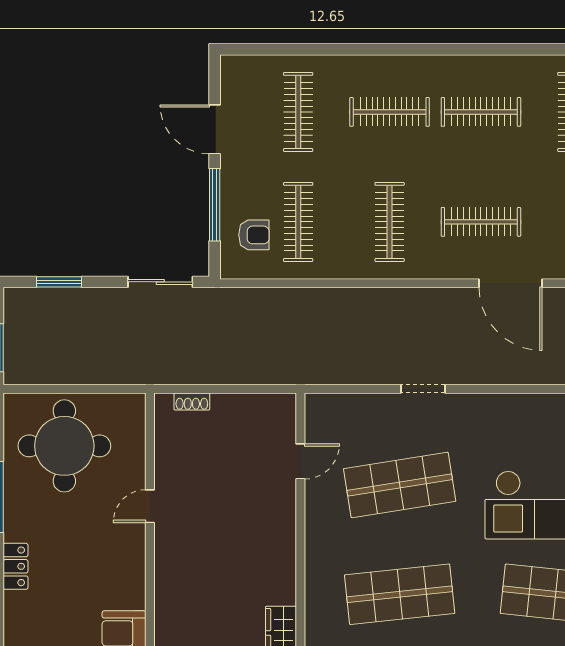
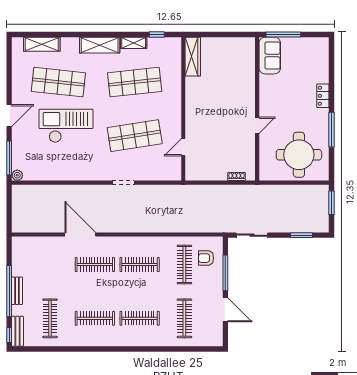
clothes rail: (390, 222) -> (140, 264), turned 90

